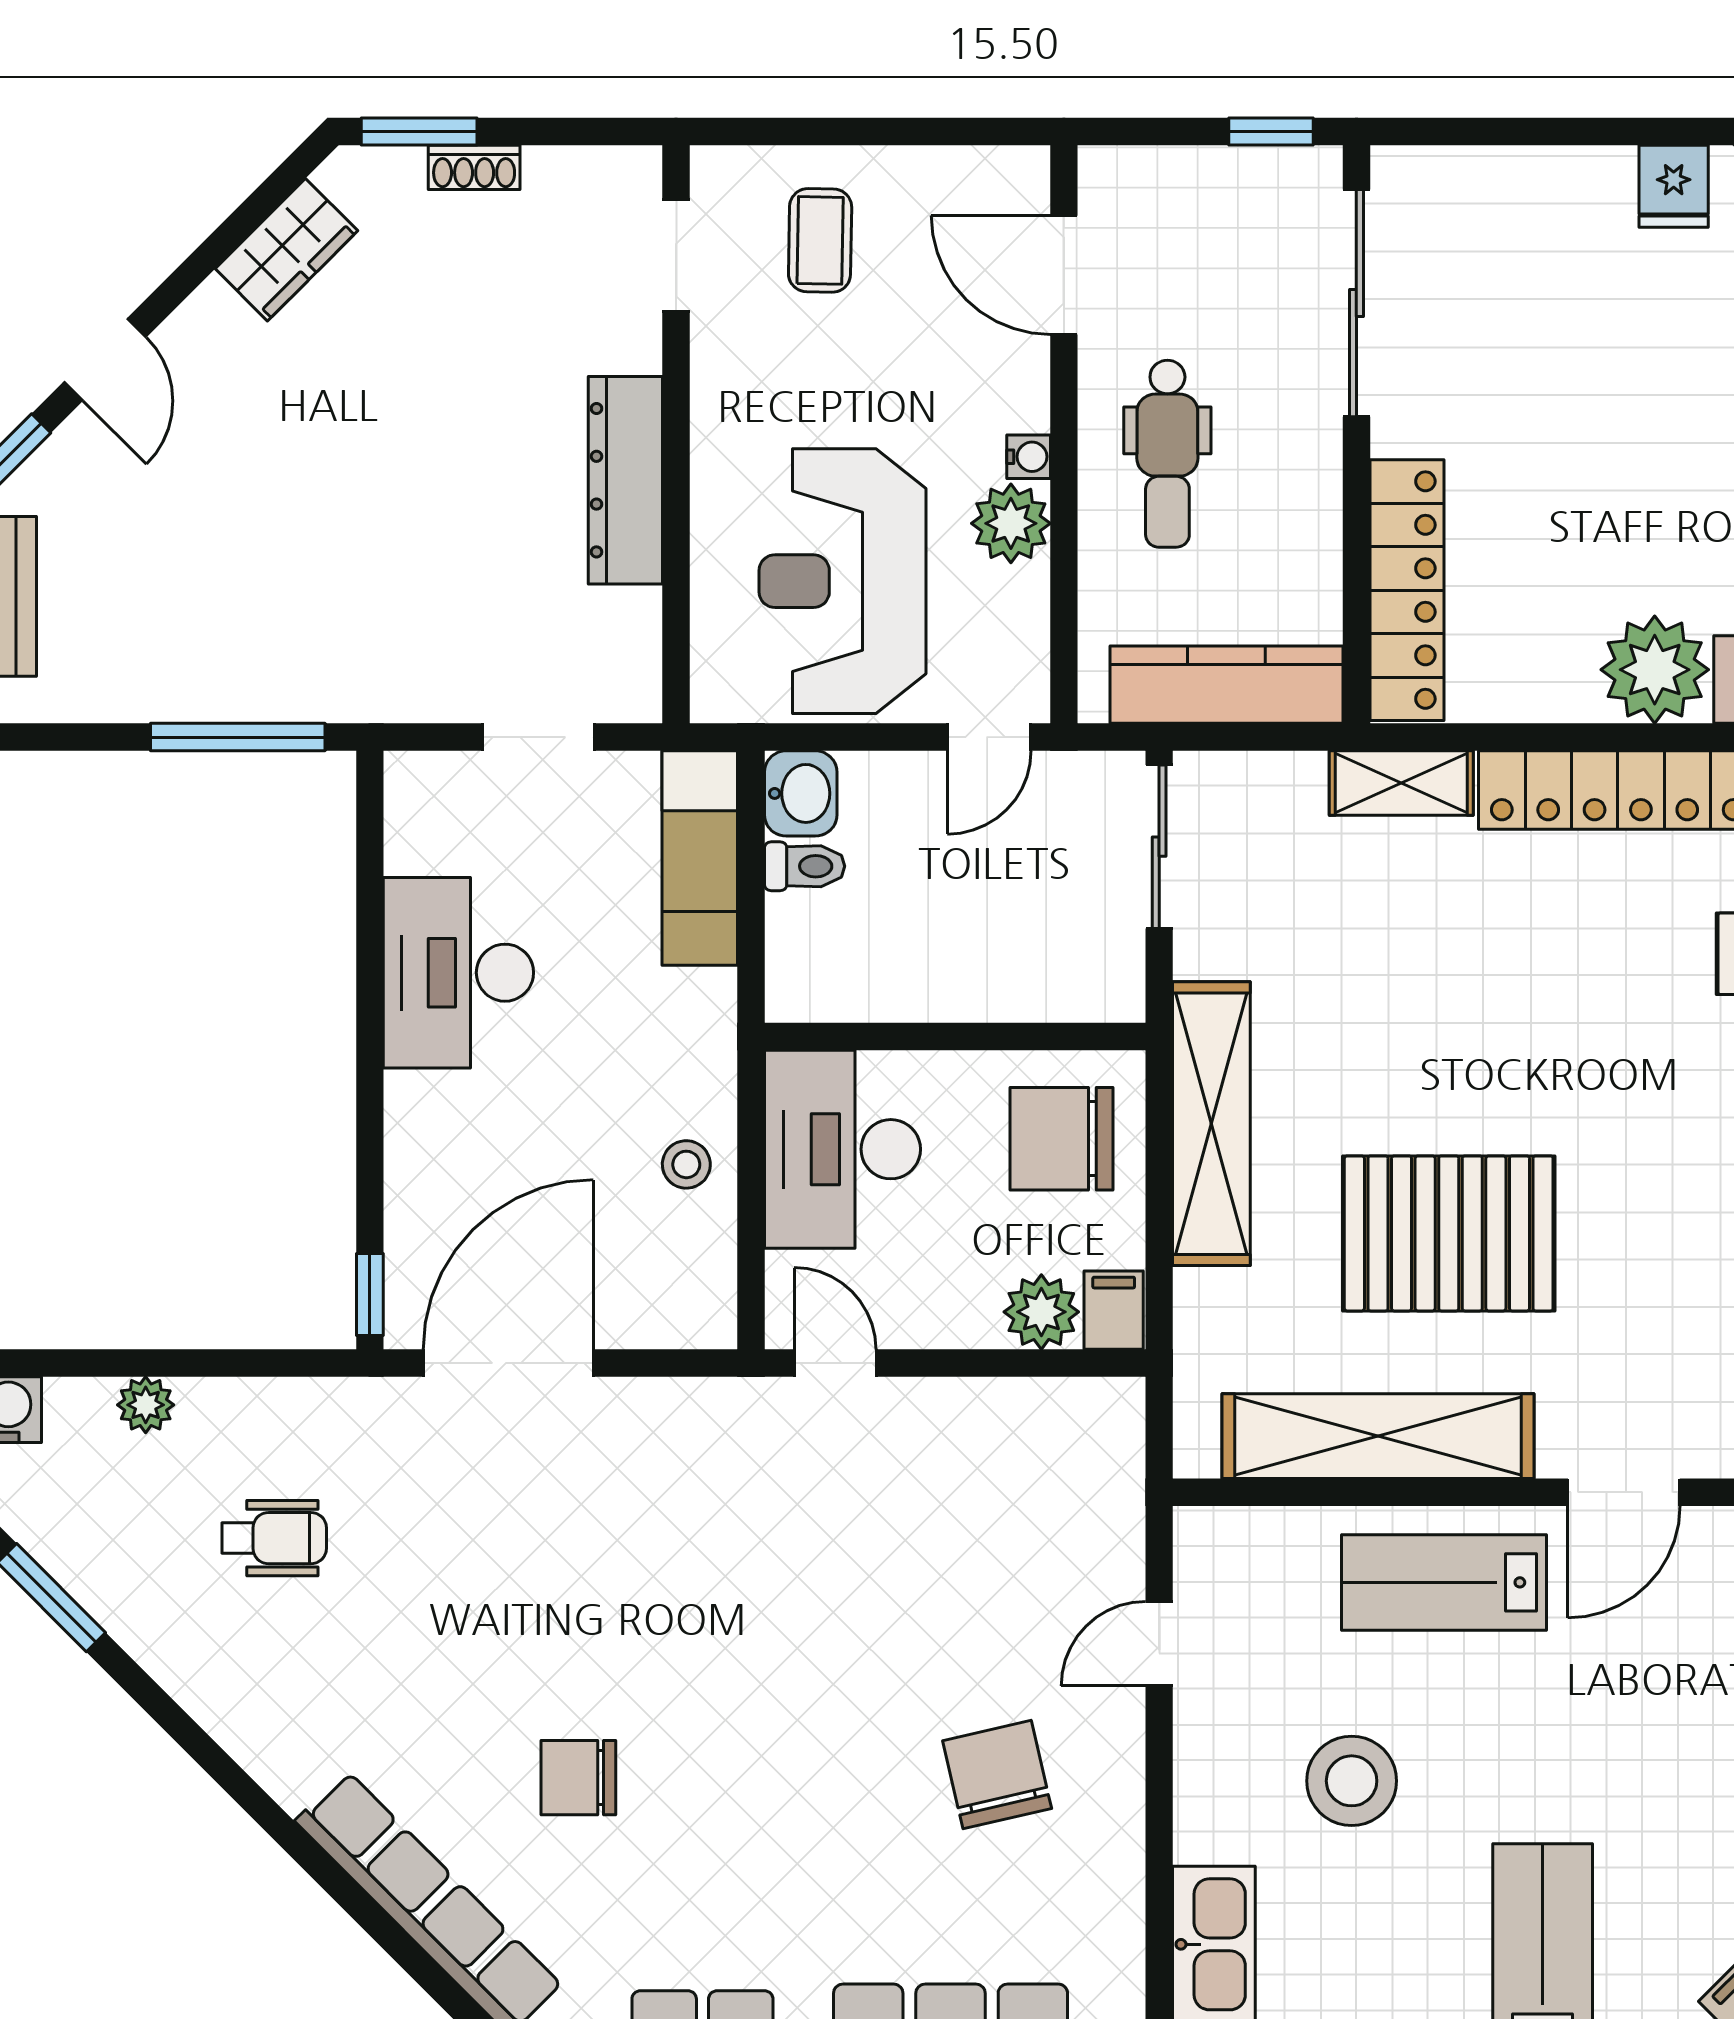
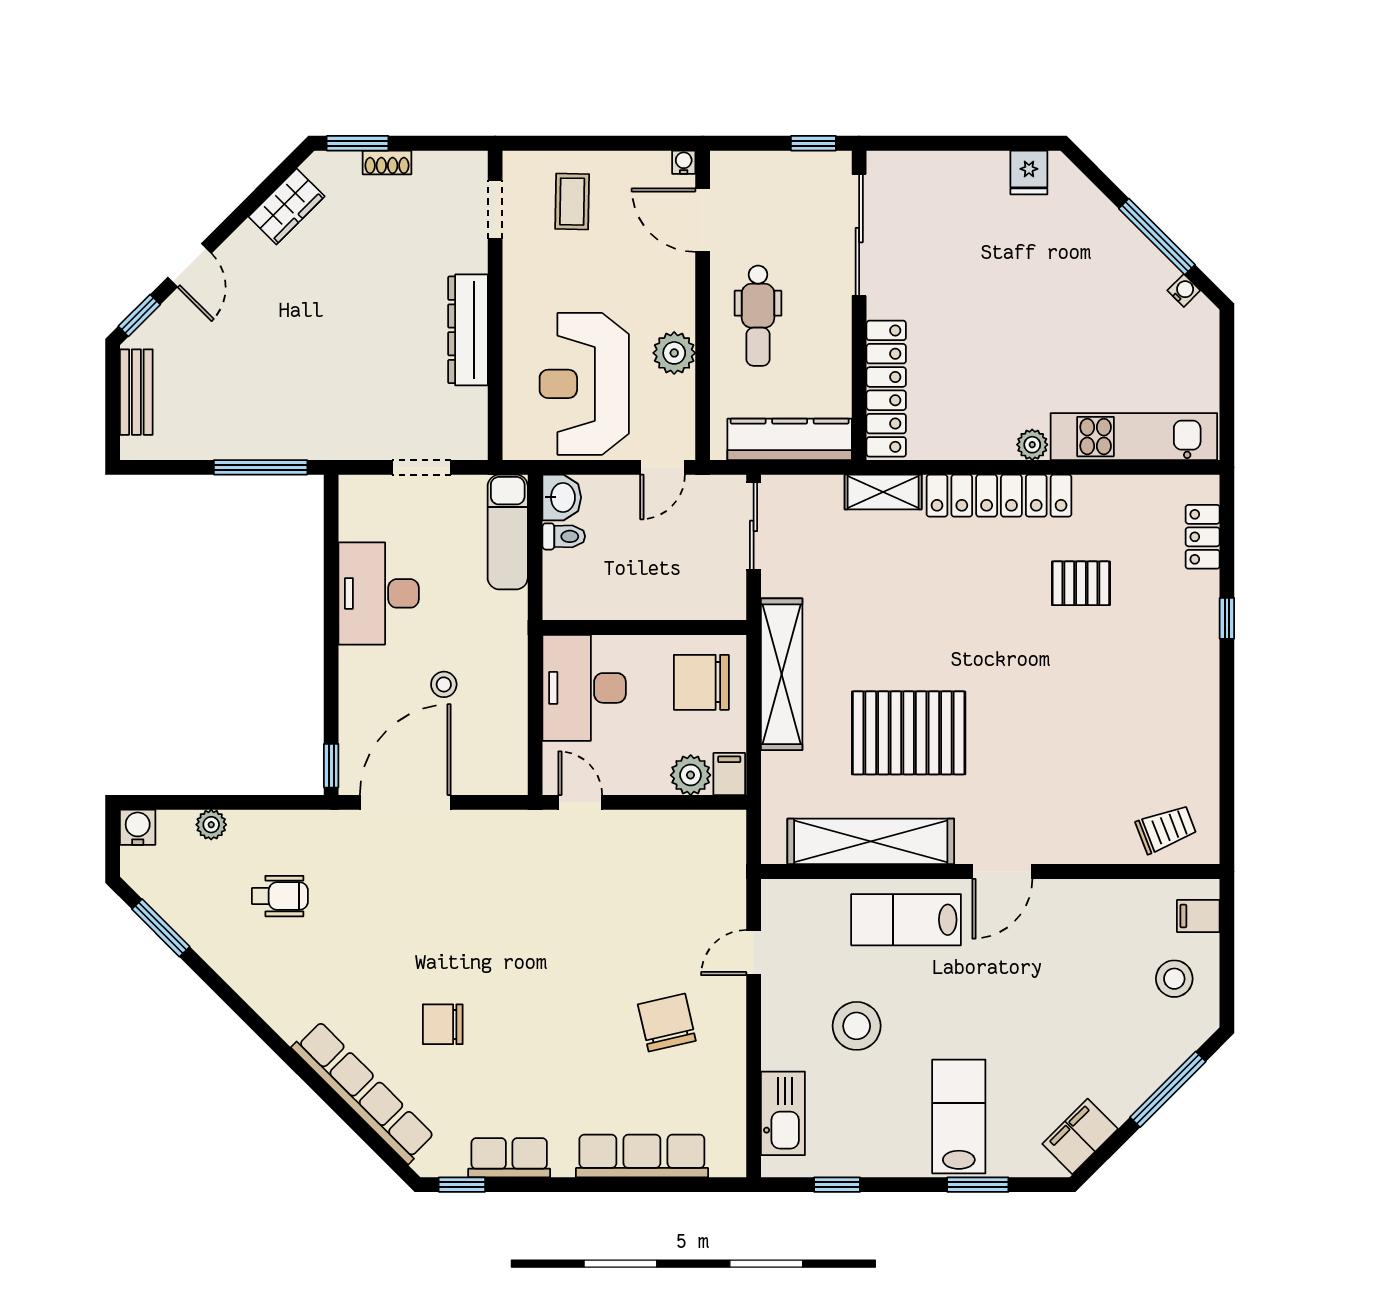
water cooler: (1029, 457) -> (684, 162), moved, turned -90
plant: (1655, 670) -> (1032, 445), width x0.53, depth x0.53
stool: (686, 1164) -> (444, 684), moved

